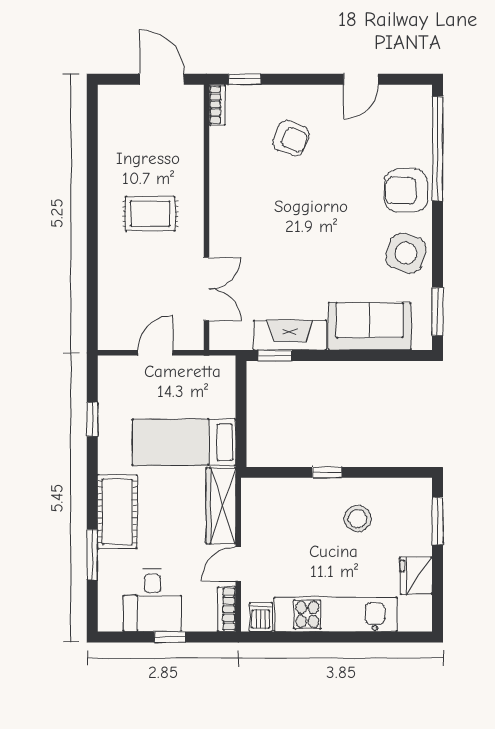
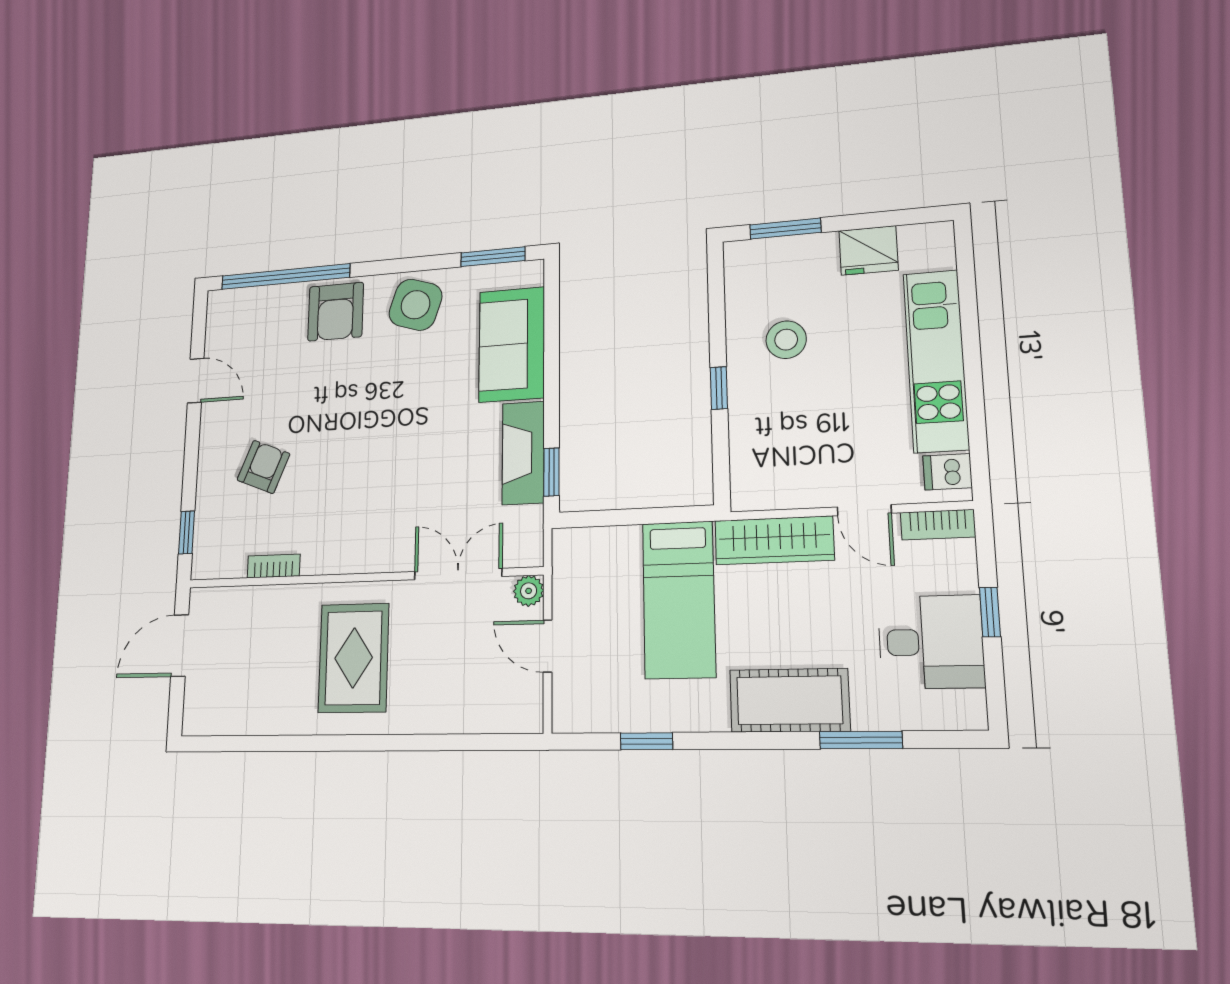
bookcase: (217, 105) -> (274, 566), moved
rug: (150, 214) -> (354, 658), width x1.36, depth x1.43
plant: (193, 339) -> (529, 591), added

